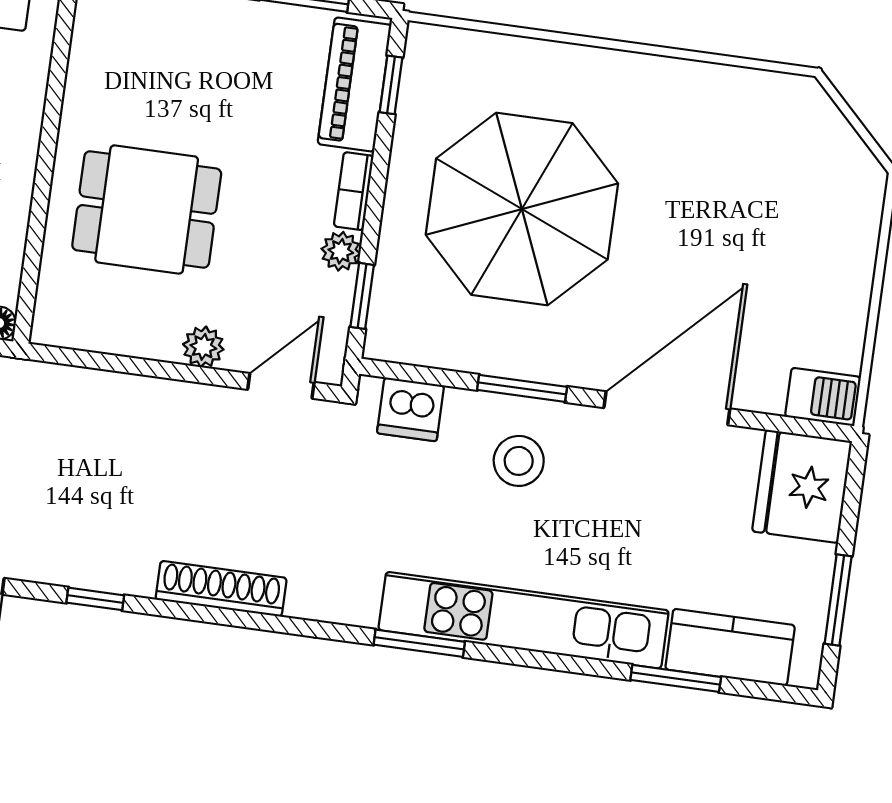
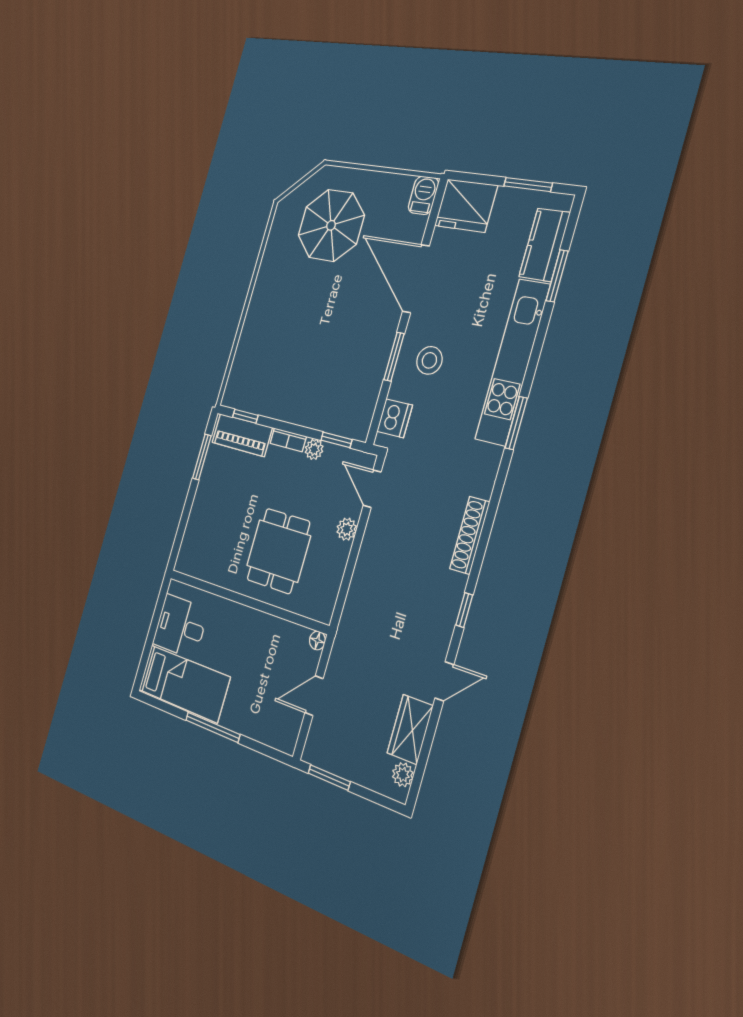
parasol: (522, 209) -> (331, 225), moved, width x0.73, depth x0.73

